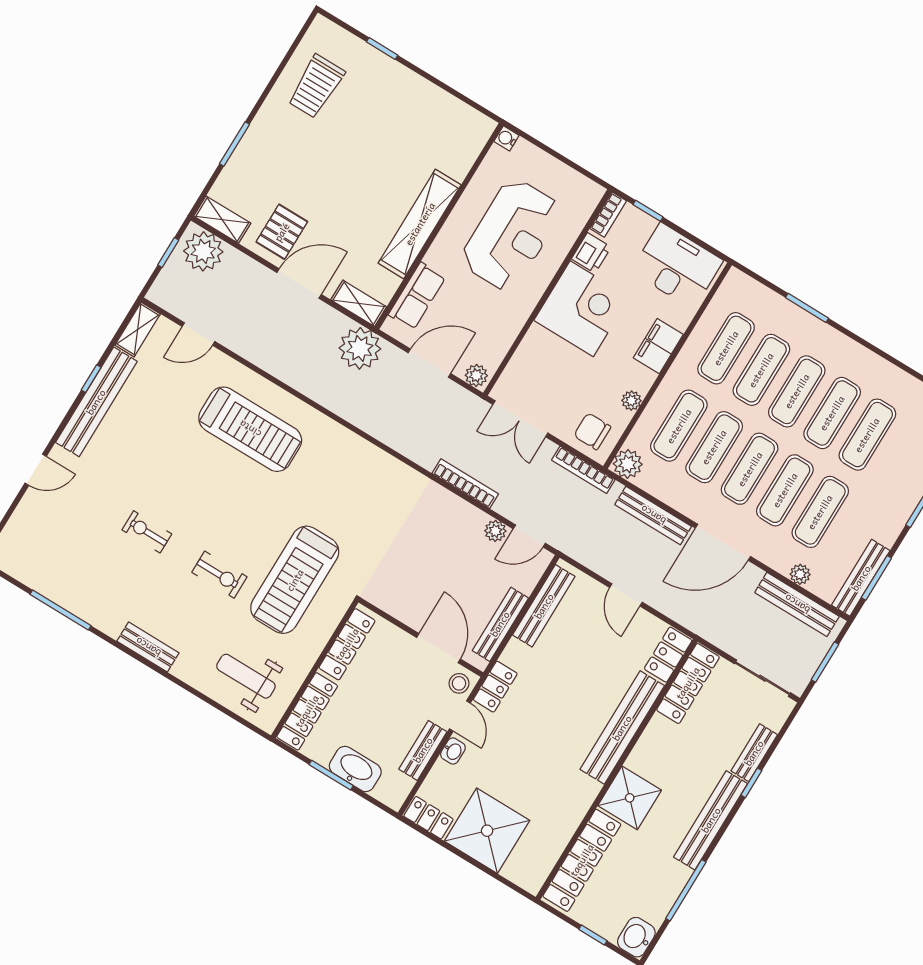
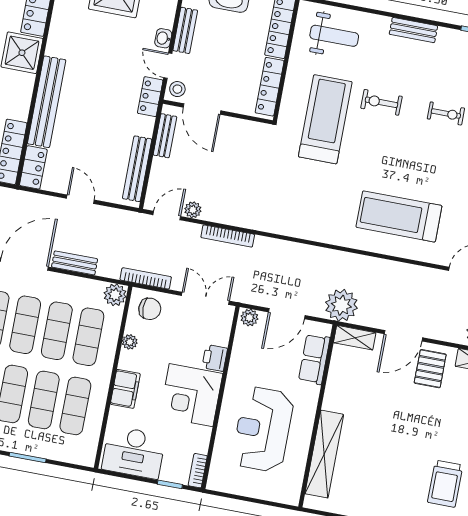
trolley: (316, 86) -> (445, 484), turned 180
water cooler: (506, 138) -> (293, 498), removed
shelving: (420, 224) -> (324, 454), moved
printer: (591, 253) -> (215, 358), moved
bench: (653, 515) -> (75, 263), width x0.73
bench: (500, 624) -> (165, 136), width x0.73

